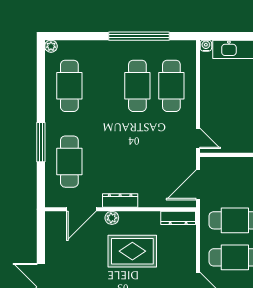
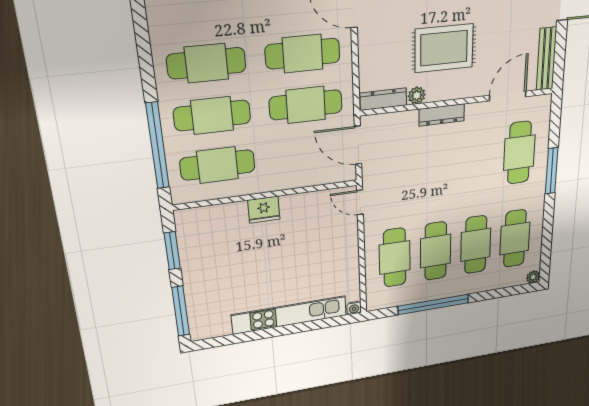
cafe table: (103, 86) -> (476, 245), added
door: (198, 185) -> (358, 145), swing flipped
dresser: (120, 200) -> (442, 115), moved
plant: (112, 218) -> (417, 95), moved
bench: (51, 235) -> (546, 59), added

